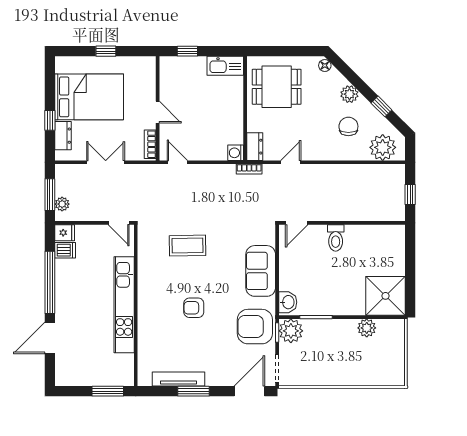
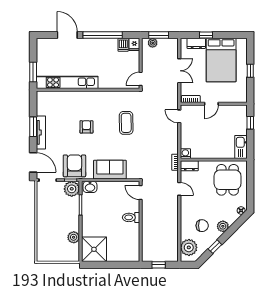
door: (177, 162) -> (179, 116), swing flipped
kitchen unit: (124, 305) -> (67, 82), moved
tv unit: (179, 379) -> (41, 132), moved

